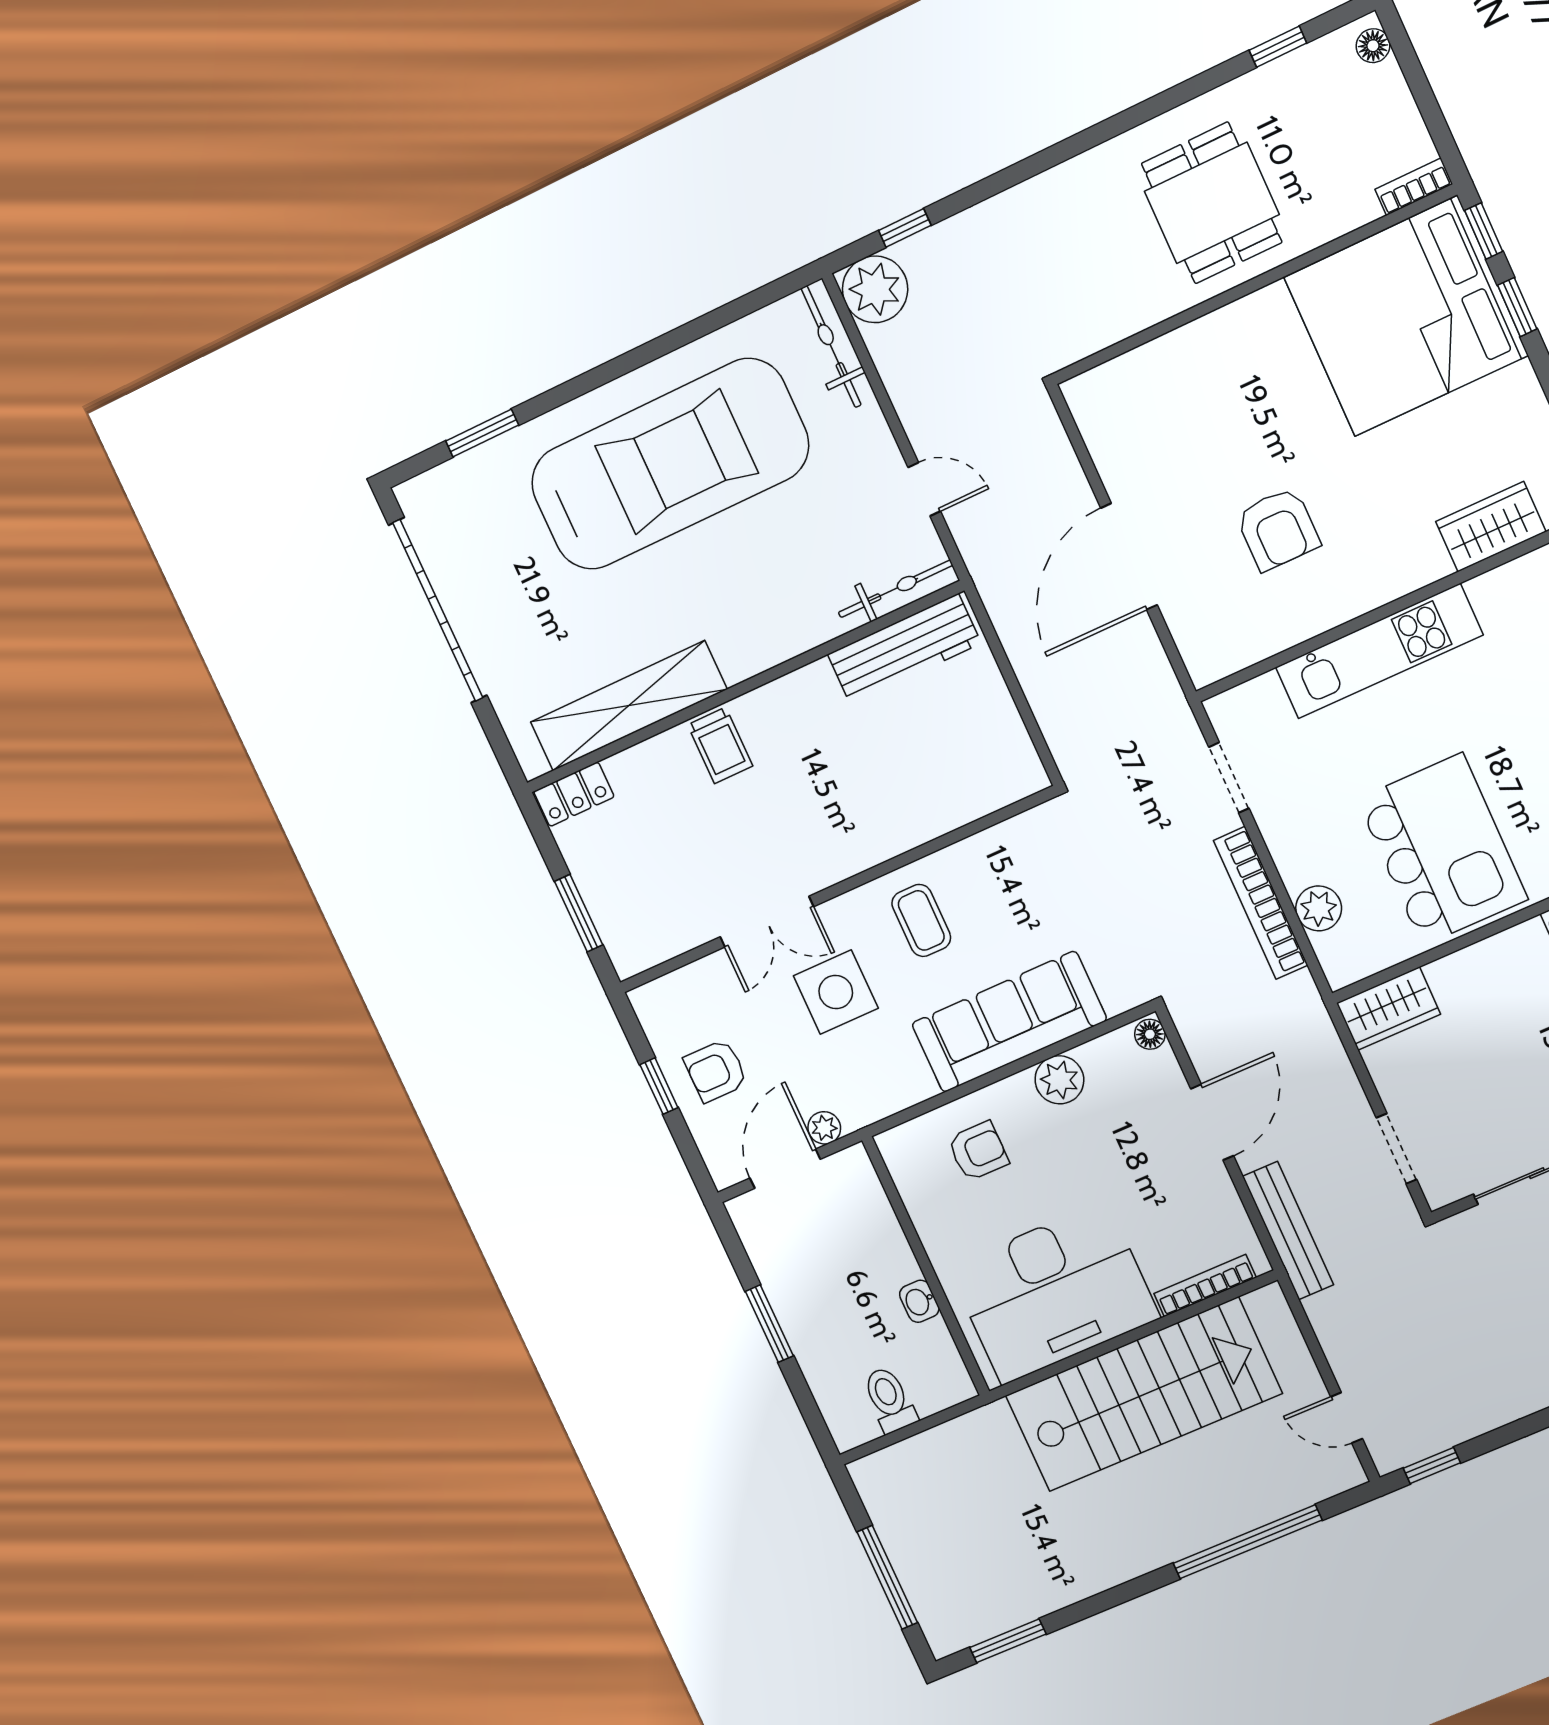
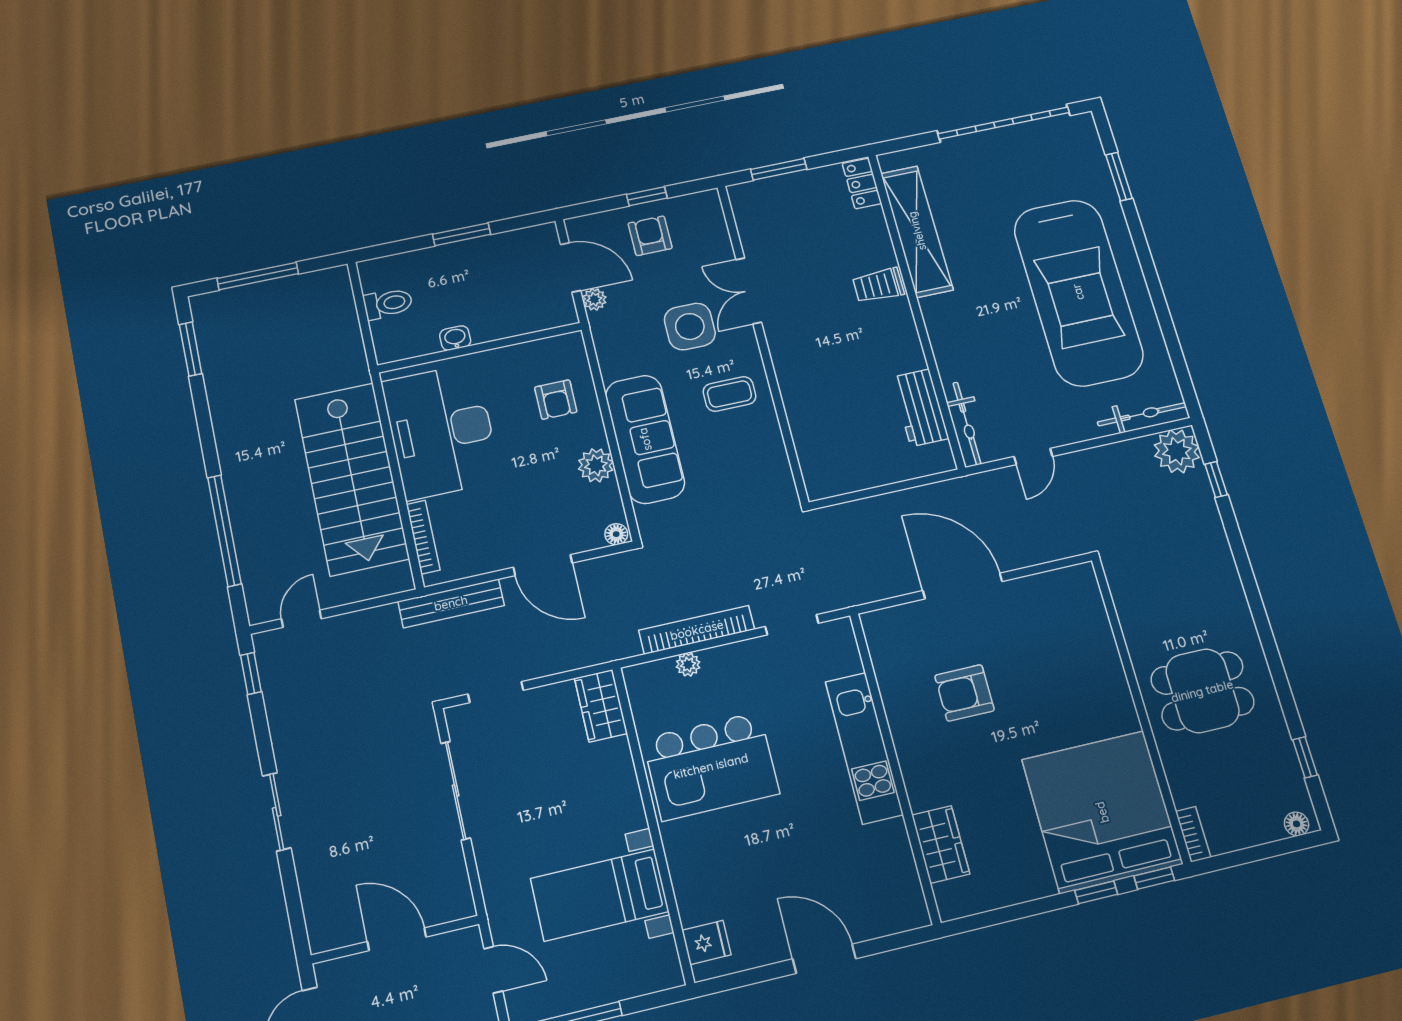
workbench: (904, 649) -> (920, 408), width x0.73
plant: (1319, 908) -> (688, 665), width x0.73, depth x0.73

